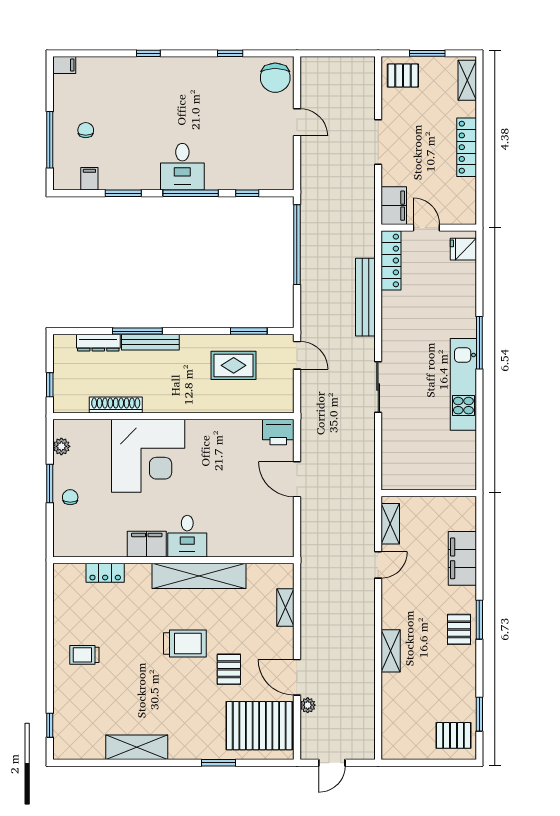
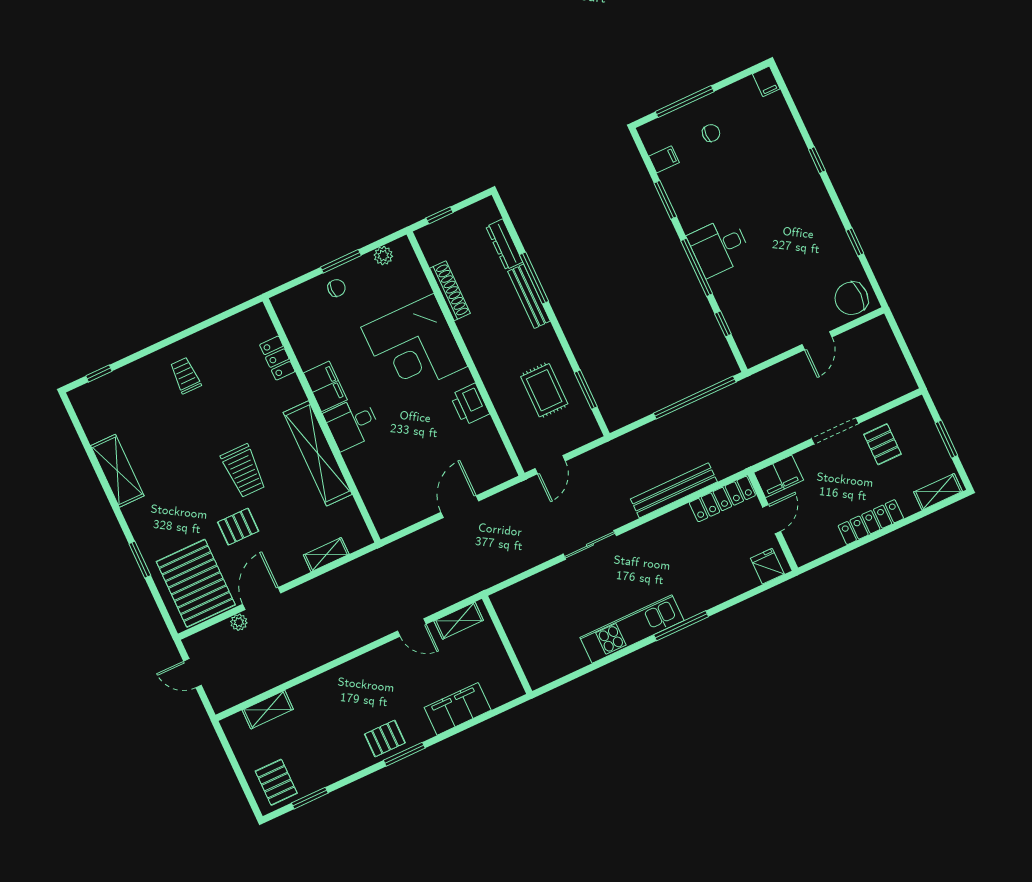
pallet: (403, 75) -> (882, 444), moved
door: (297, 355) -> (550, 465), moved
printer: (278, 432) -> (470, 404), moved
shelving: (391, 651) -> (268, 710), moved

